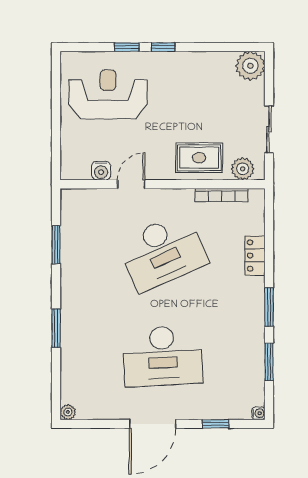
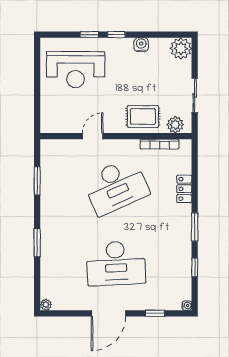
reception desk: (108, 94) -> (76, 70), turned 180
water cooler: (101, 171) -> (141, 45), moved, turned 180
window: (269, 362) -> (195, 267), width x0.67

